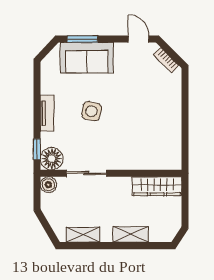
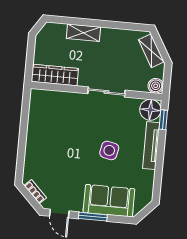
window: (82, 39) -> (93, 217), moved
tv unit: (47, 113) -> (151, 146), width x1.41
sliding door: (86, 173) -> (106, 92), moved
shelving: (83, 235) -> (151, 51), moved, turned 60

